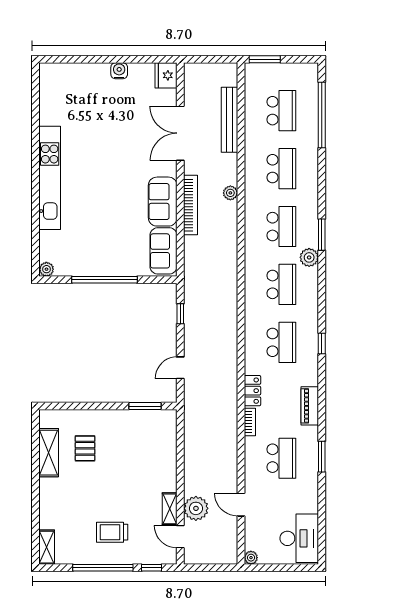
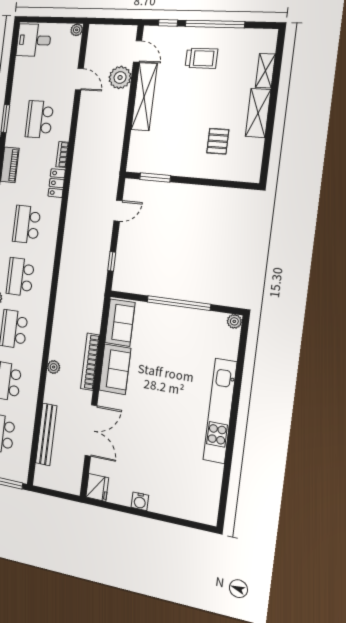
shelving: (49, 453) -> (258, 113), moved
shelving: (170, 509) -> (144, 97), width x2.20, depth x1.33
desk: (299, 538) -> (34, 40), width x0.73
shelving: (47, 547) -> (265, 71), moved

